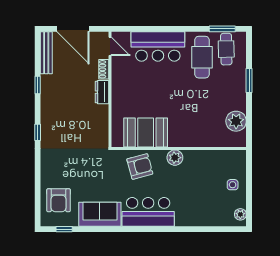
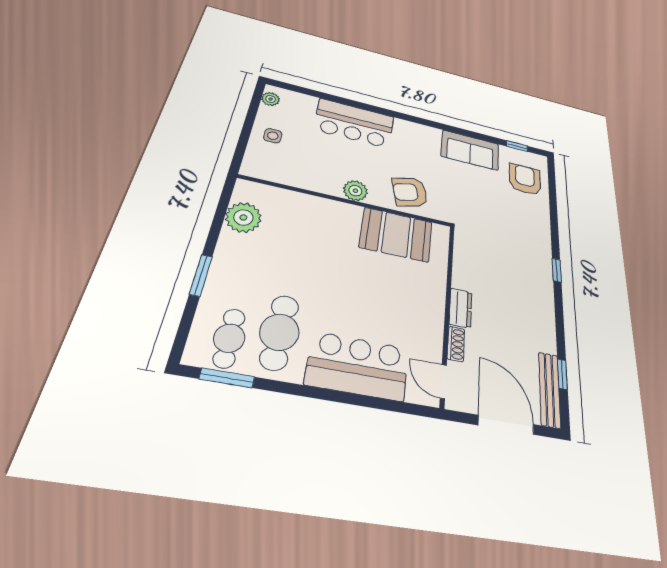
window: (38, 85) -> (562, 374), moved
bar counter: (148, 212) -> (354, 123), moved

